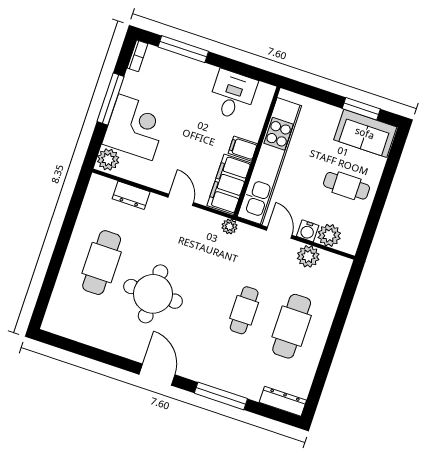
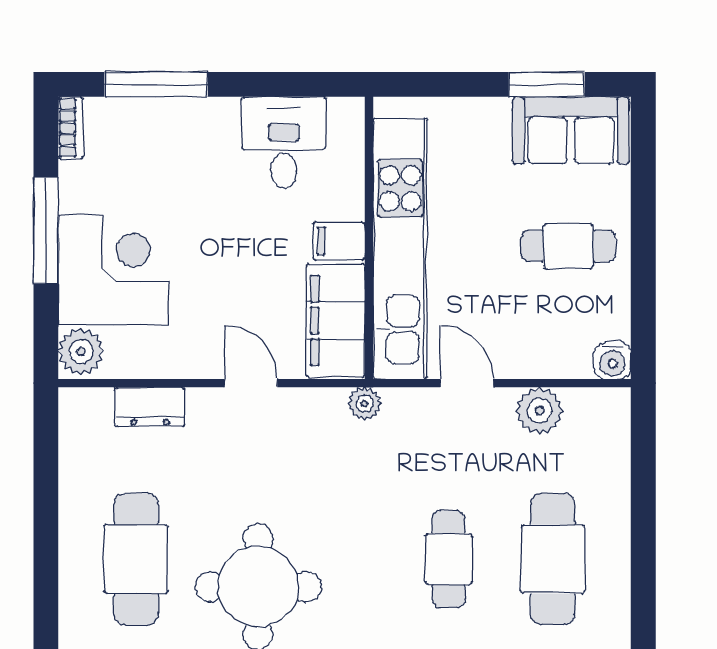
water cooler: (308, 231) -> (613, 361), moved
plant: (329, 235) -> (567, 355), removed

